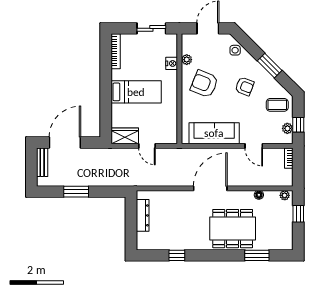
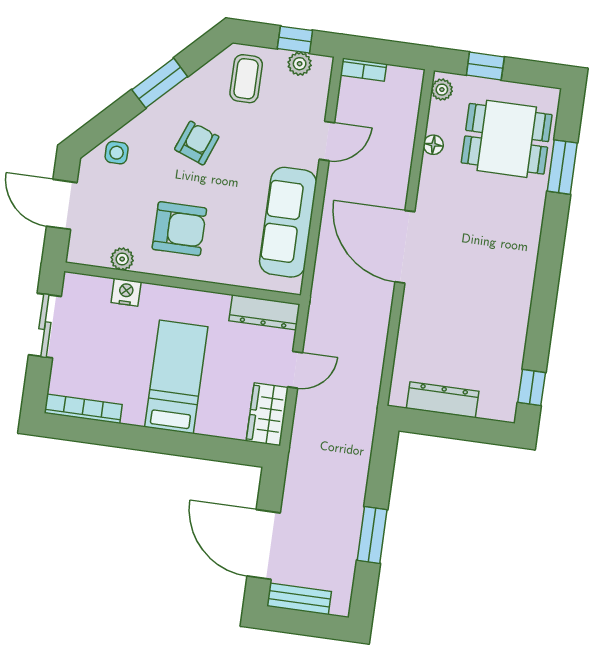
armchair: (204, 84) -> (179, 229), turned -112
dresser: (171, 128) -> (264, 312), added
dining table: (233, 229) -> (507, 139), moved, width x0.73
window: (177, 255) -> (532, 387), moved

